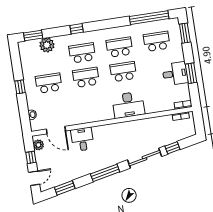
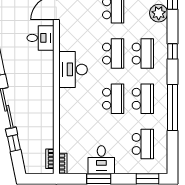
window: (149, 18) -> (172, 107), moved
desk: (128, 105) -> (73, 69), moved

